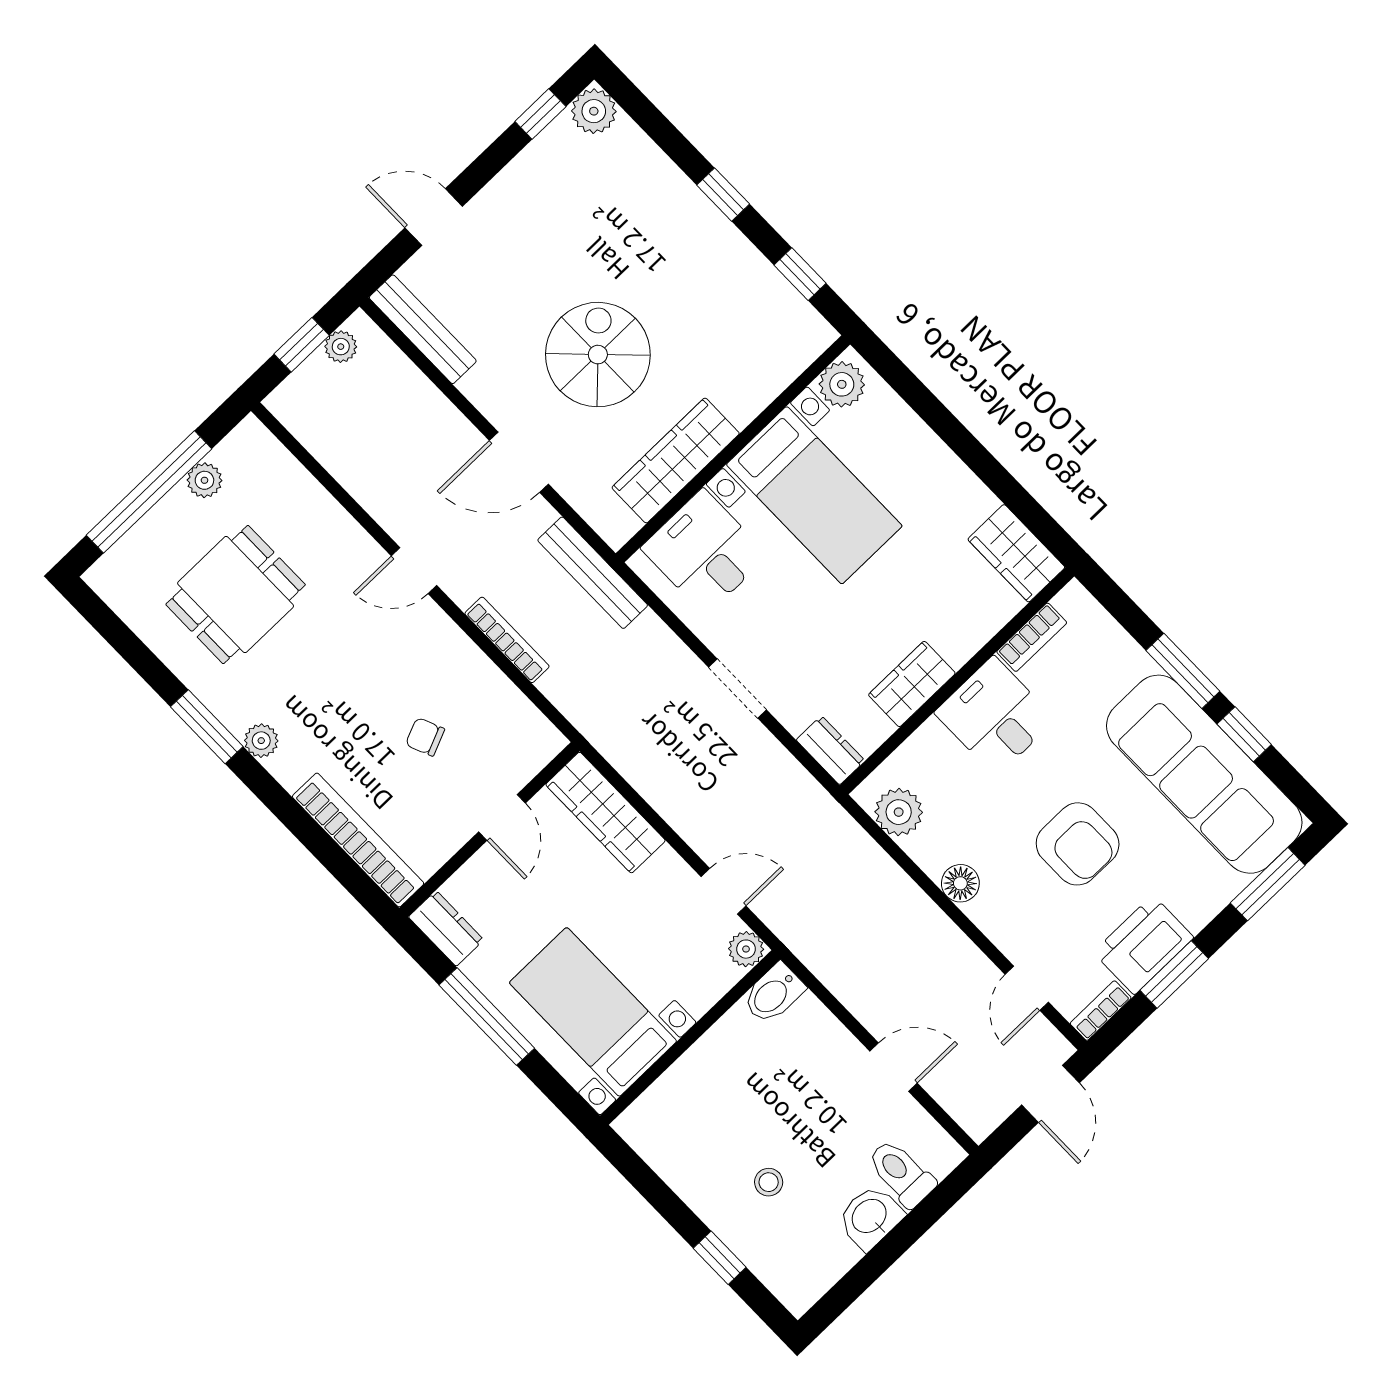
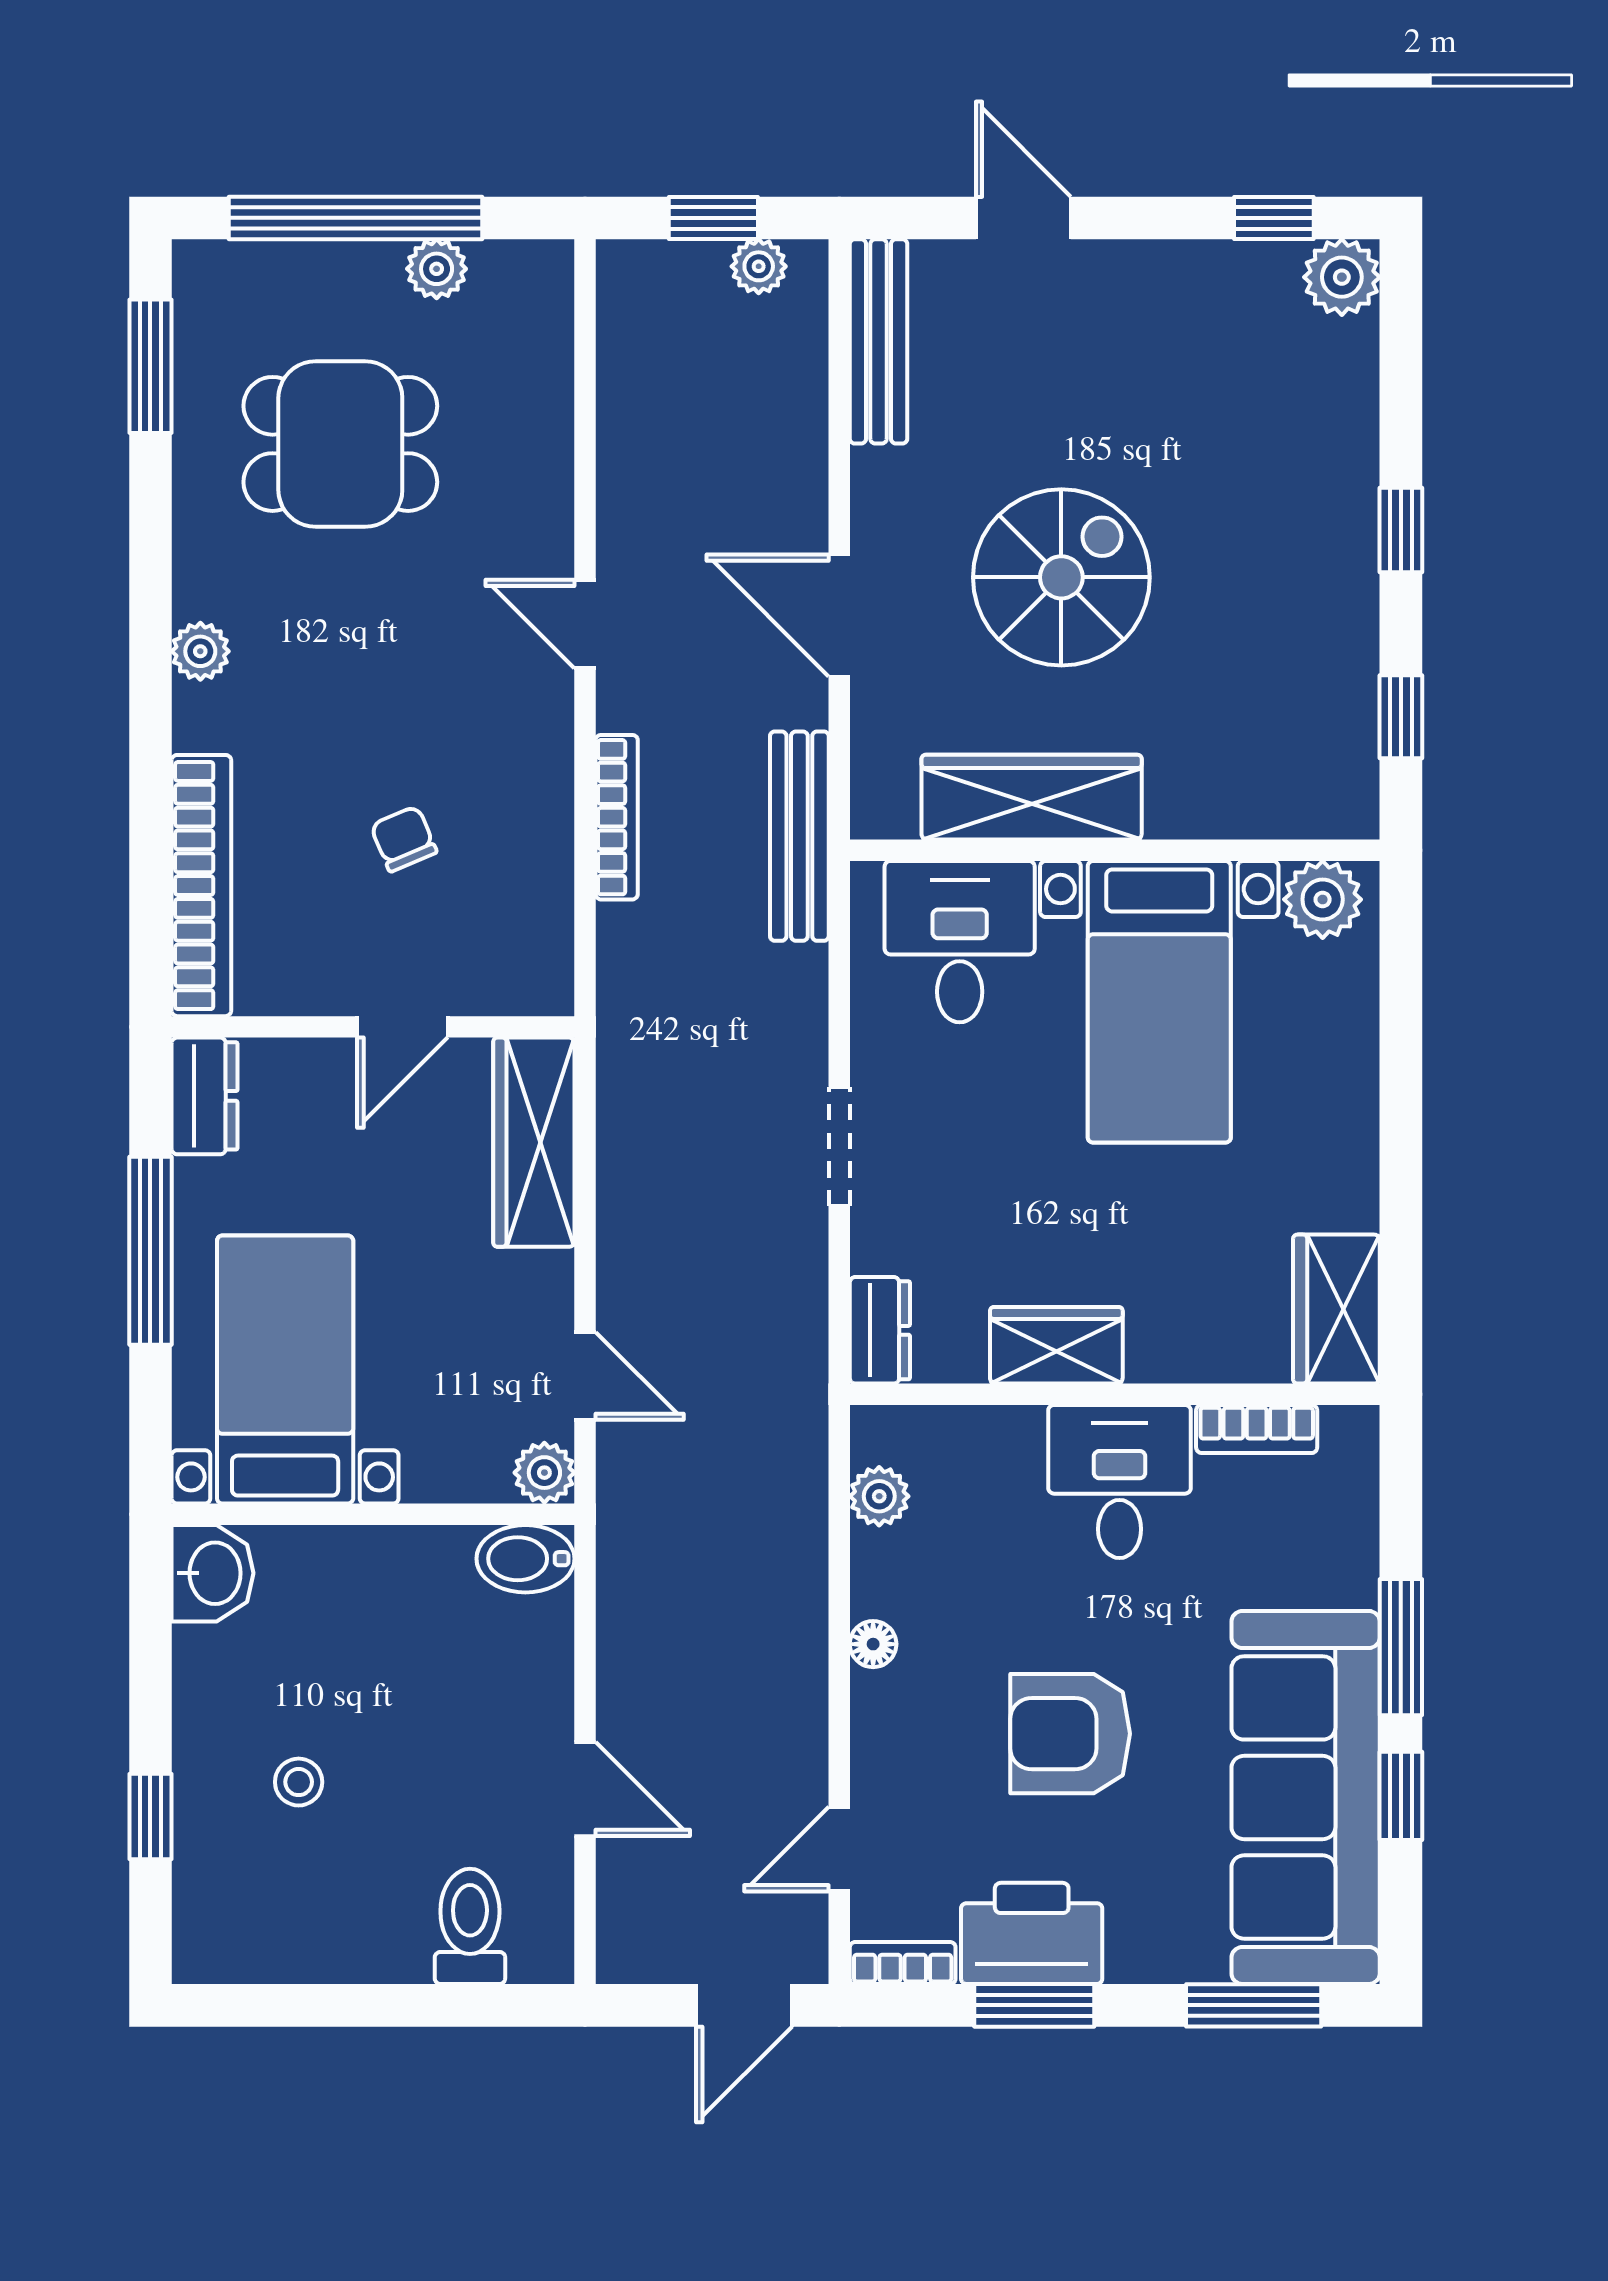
window: (207, 727) -> (150, 366), moved
plant: (899, 812) -> (879, 1496), width x0.73, depth x0.73
armchair: (1078, 844) -> (1070, 1734), turned 90
floor lamp: (960, 883) -> (873, 1644), width x0.73, depth x0.73
washbasin: (870, 1217) -> (213, 1573), moved, turned 90

